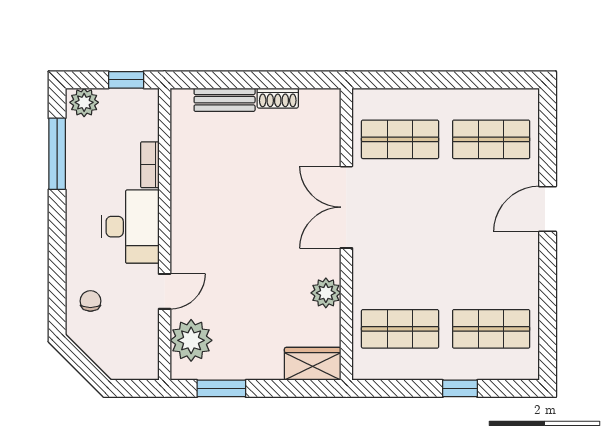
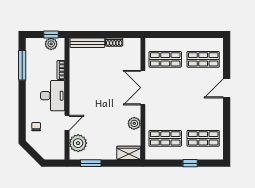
bench: (225, 100) -> (87, 43), width x1.36
plant: (84, 102) -> (51, 44), moved

